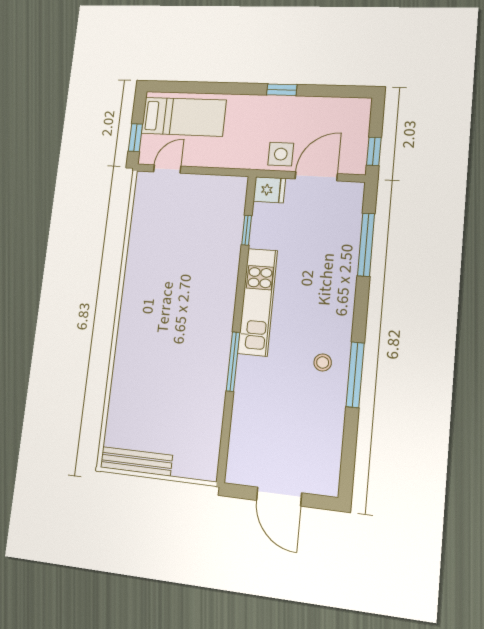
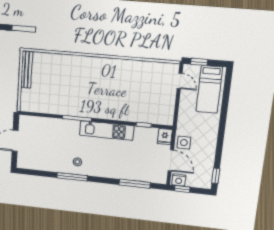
window: (282, 90) -> (216, 176), moved
nightstand: (355, 159) -> (179, 180), added

